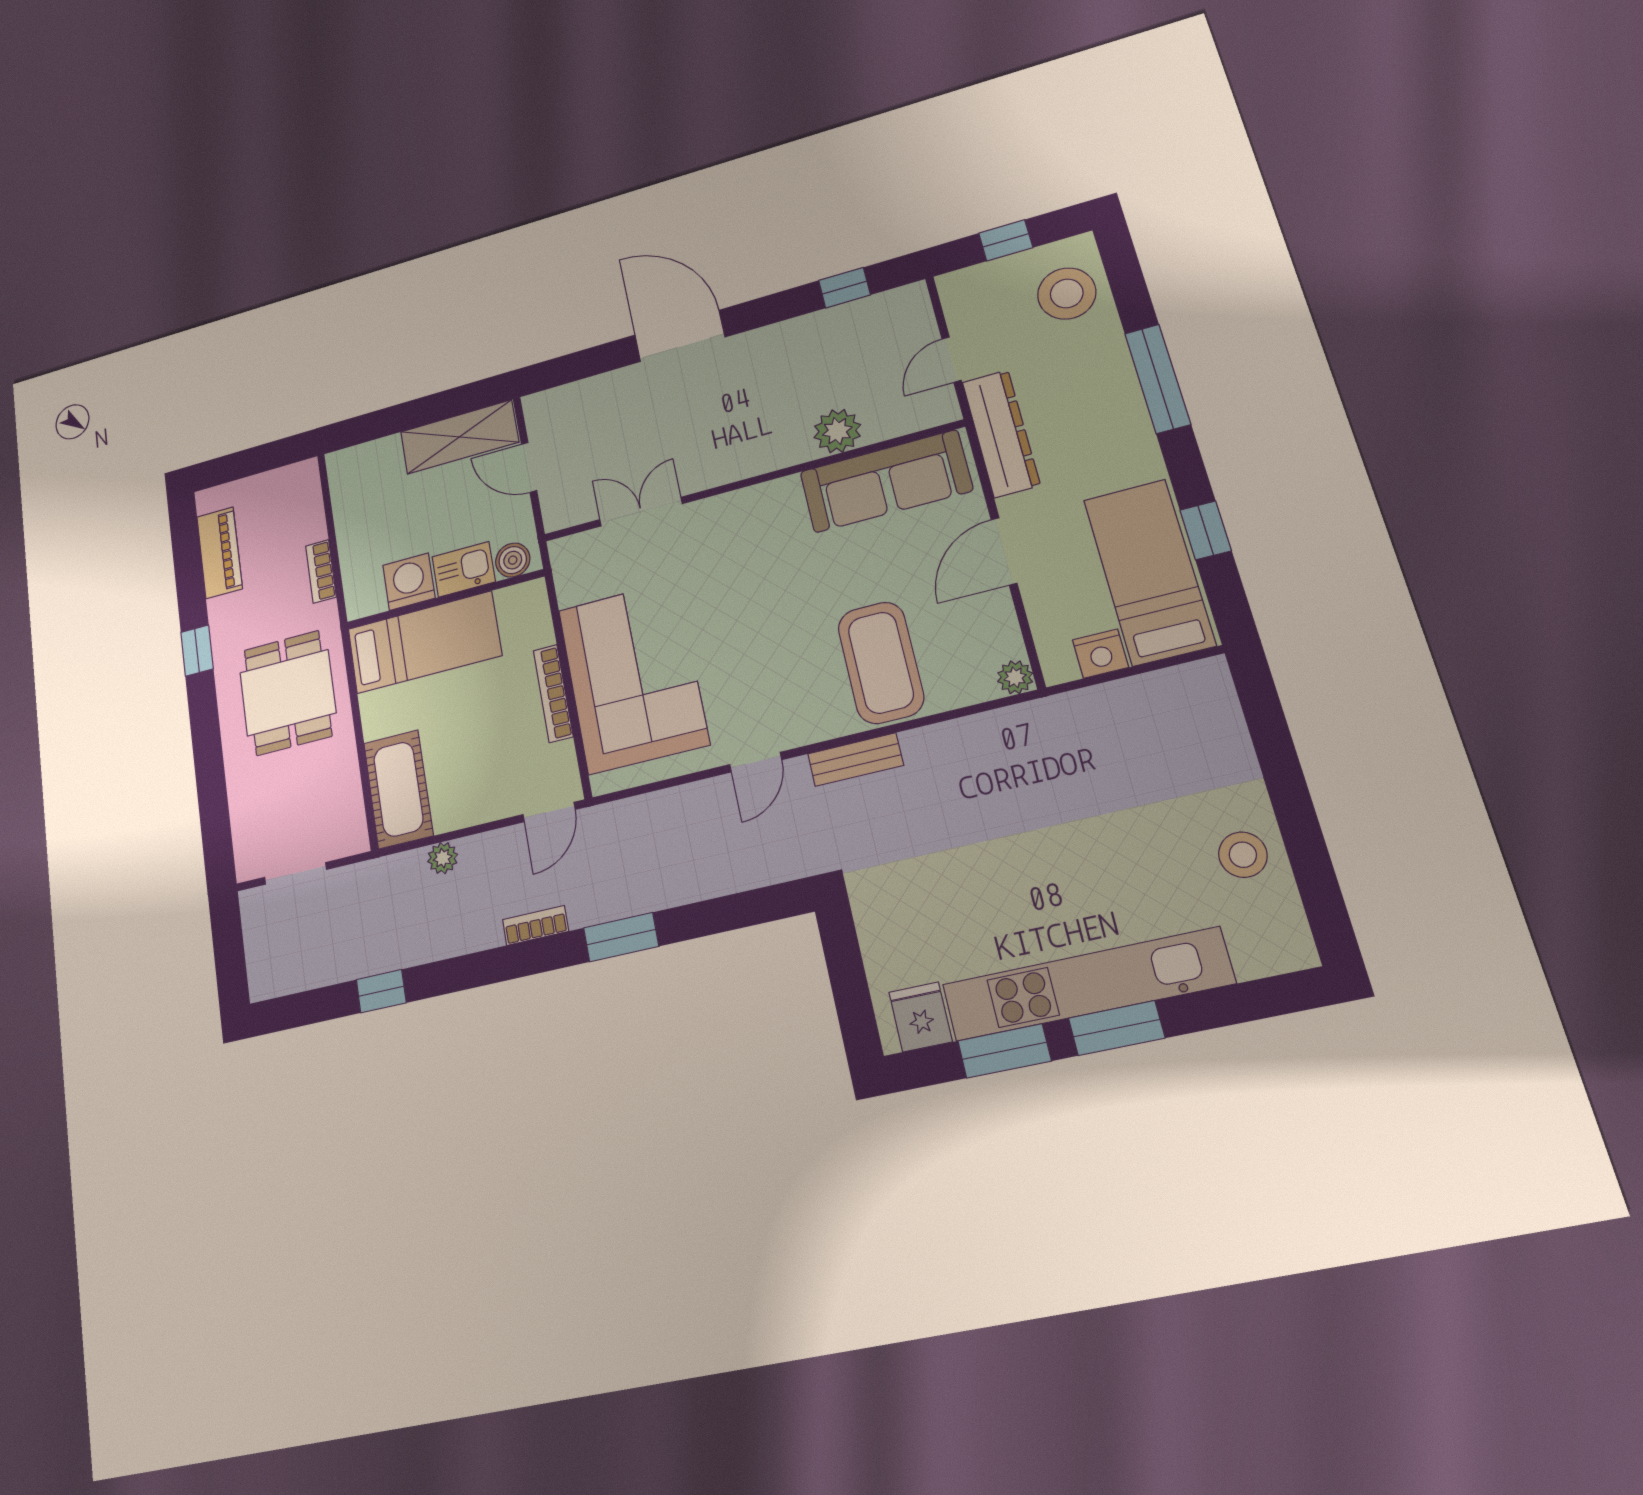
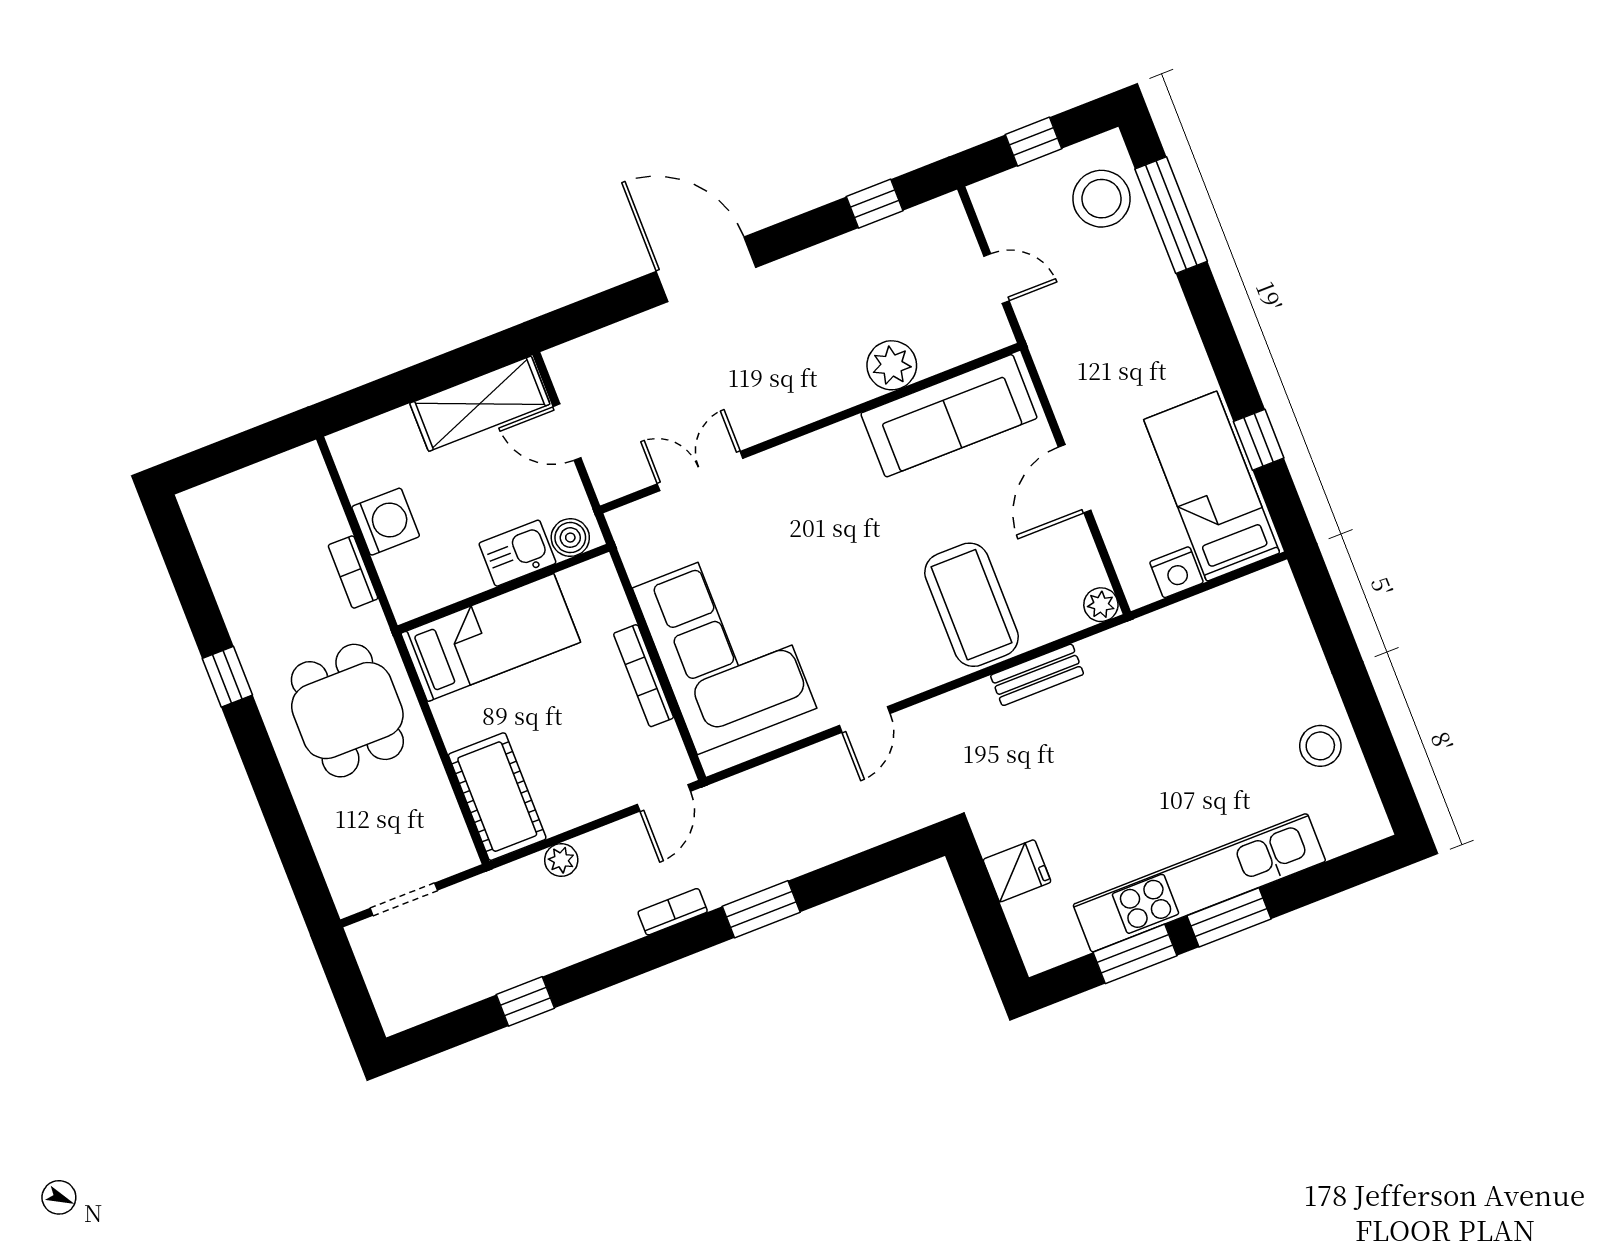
door: (952, 360) -> (996, 278), swing flipped
window: (1158, 379) -> (1171, 215), moved
dresser: (1001, 433) -> (1056, 355), removed
piano: (219, 553) -> (225, 563), removed
washing machine: (409, 582) -> (386, 522), moved, turned 90
bench: (856, 760) -> (1037, 675), moved
fridge: (921, 1017) -> (1017, 871), moved, turned 90

